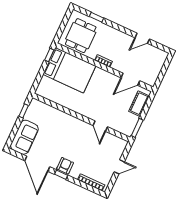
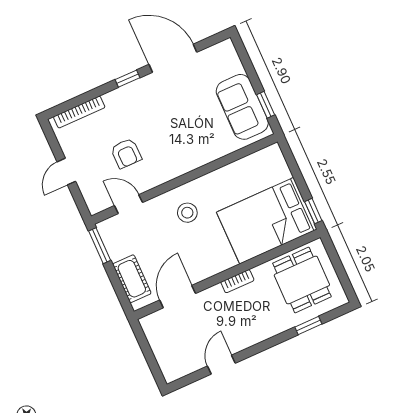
stool: (94, 104) -> (187, 213), added
door: (100, 126) -> (128, 204), moved
sofa: (24, 137) -> (242, 107), moved
armchair: (65, 166) -> (126, 153), moved

